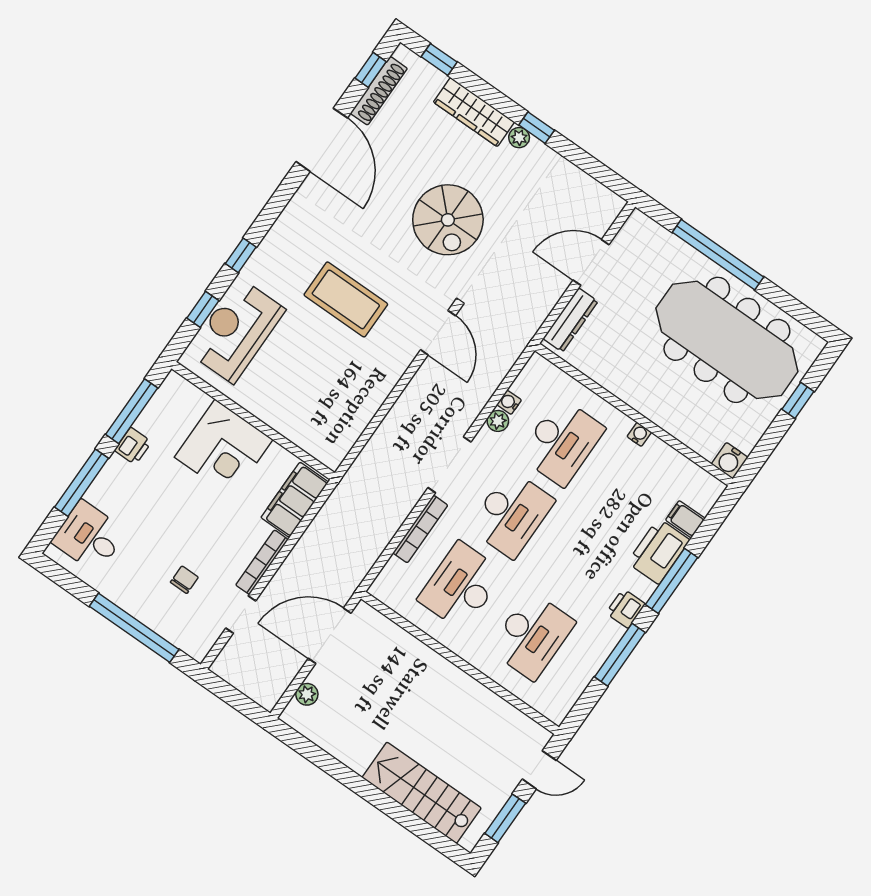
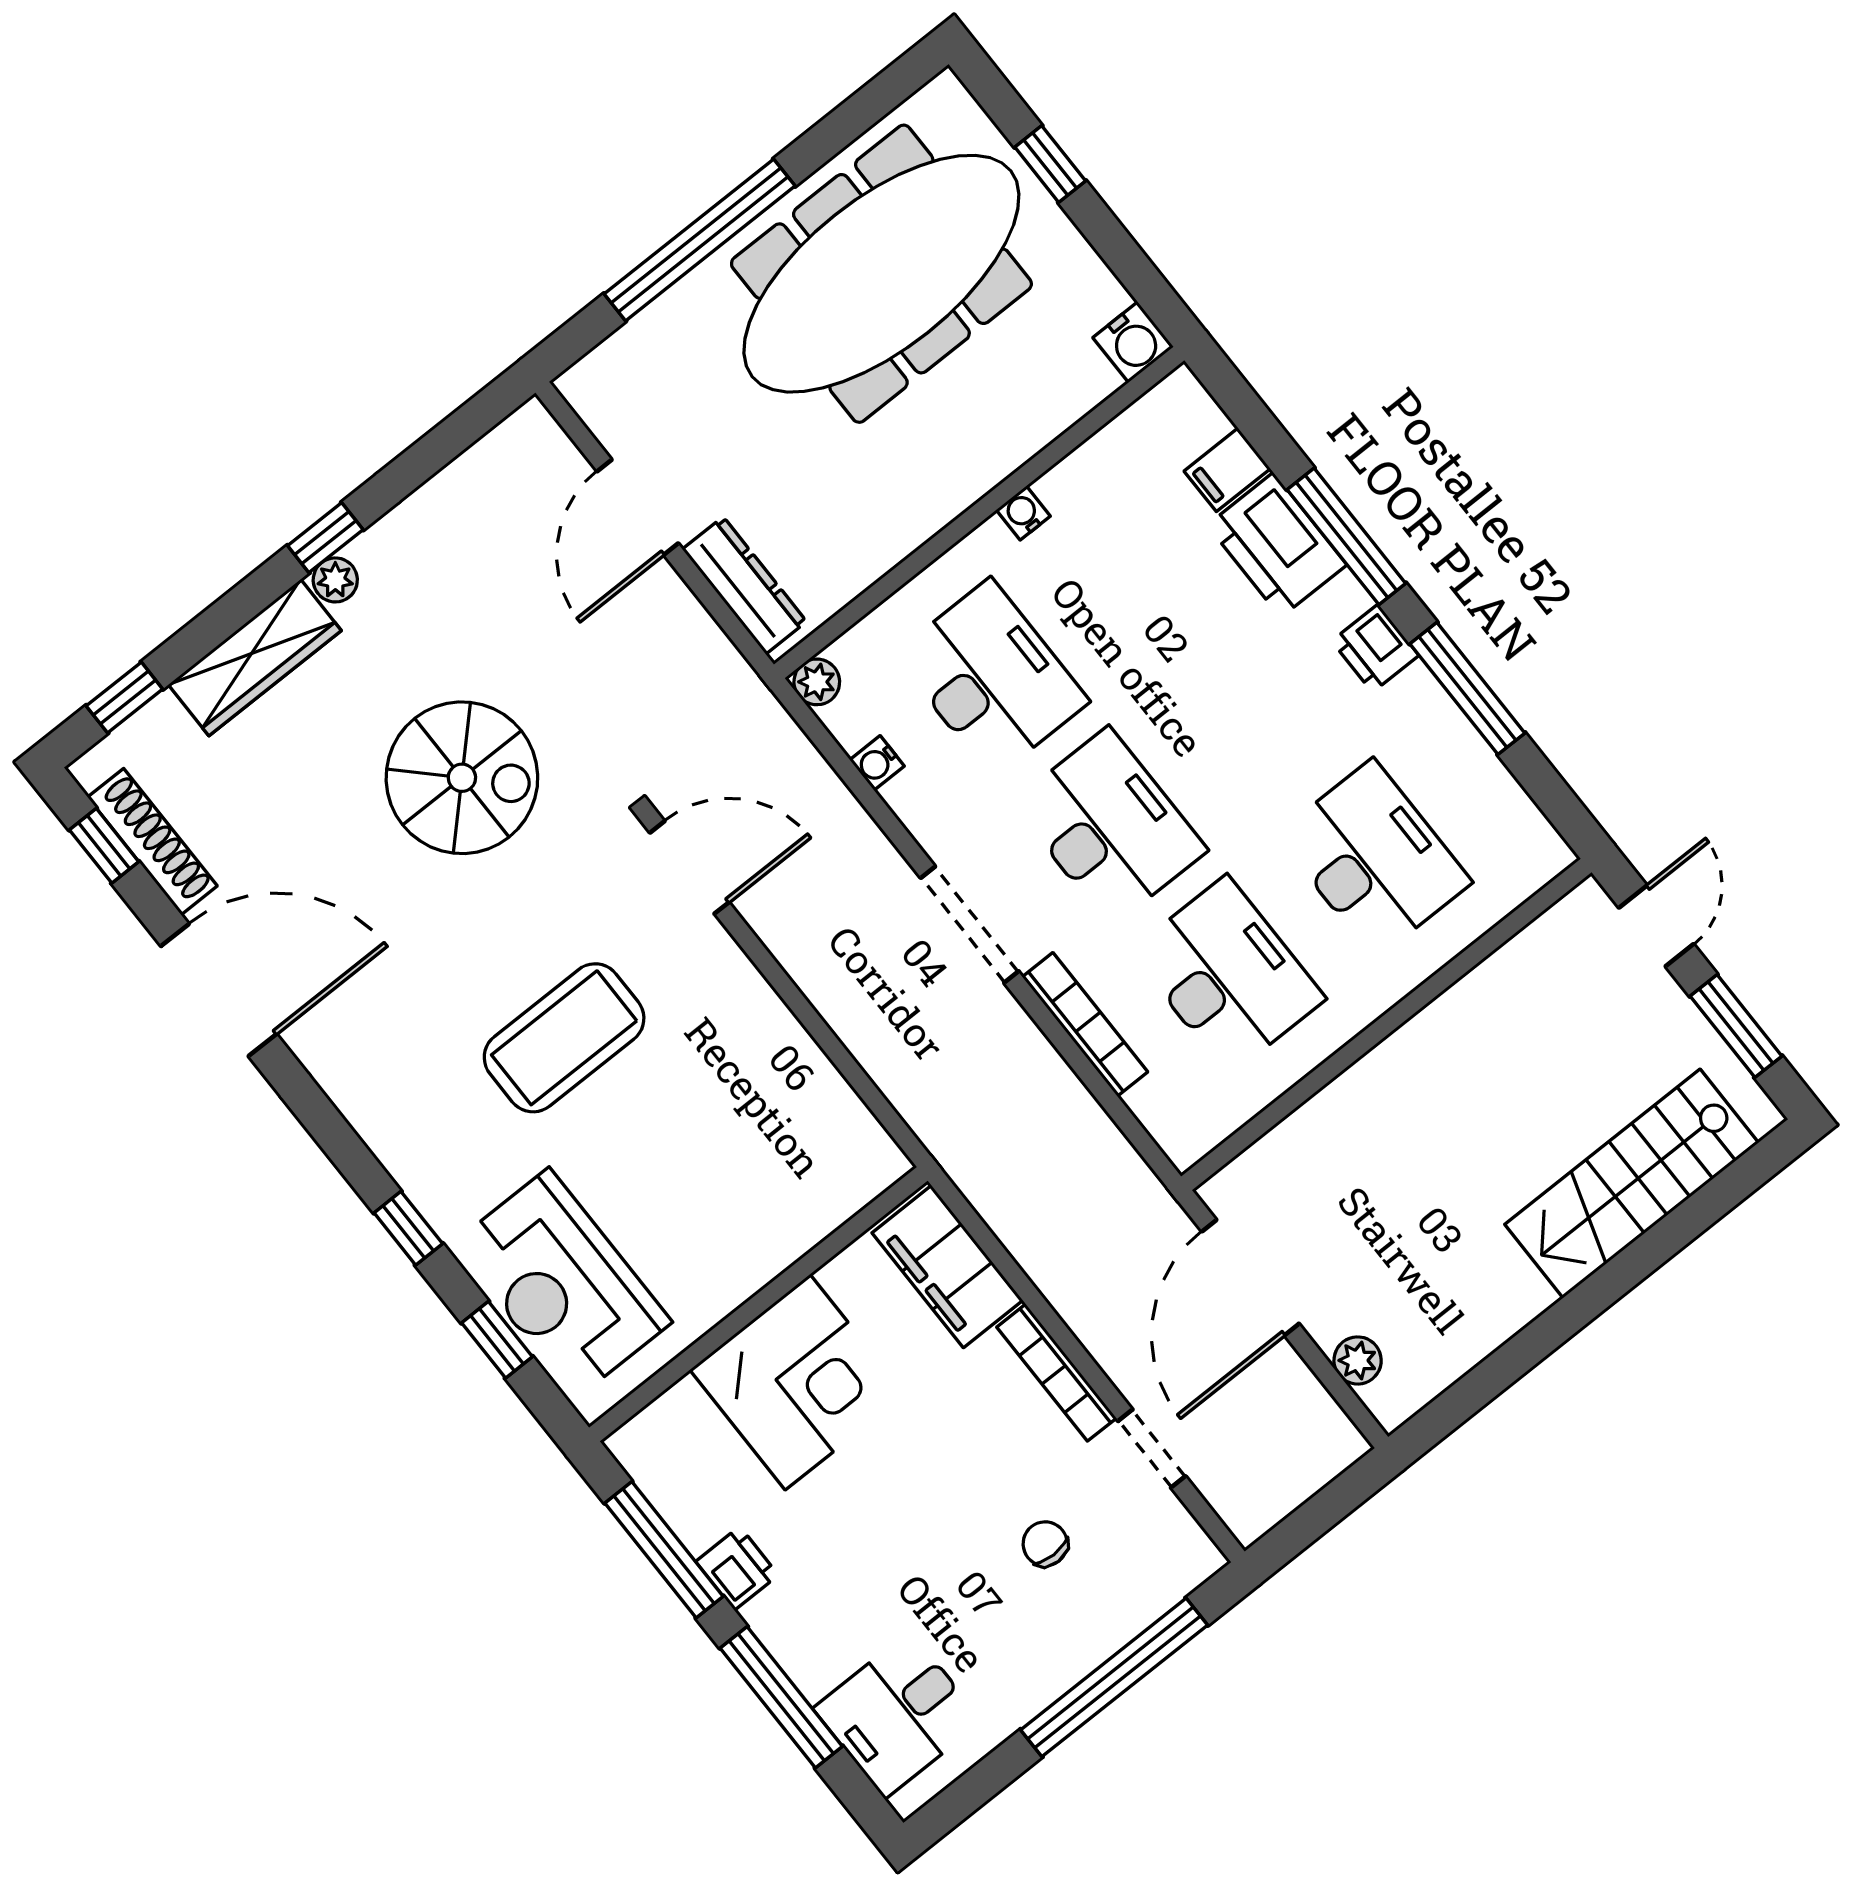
plant: (498, 421) -> (817, 682), moved
desk: (461, 586) -> (1228, 975), turned 180

